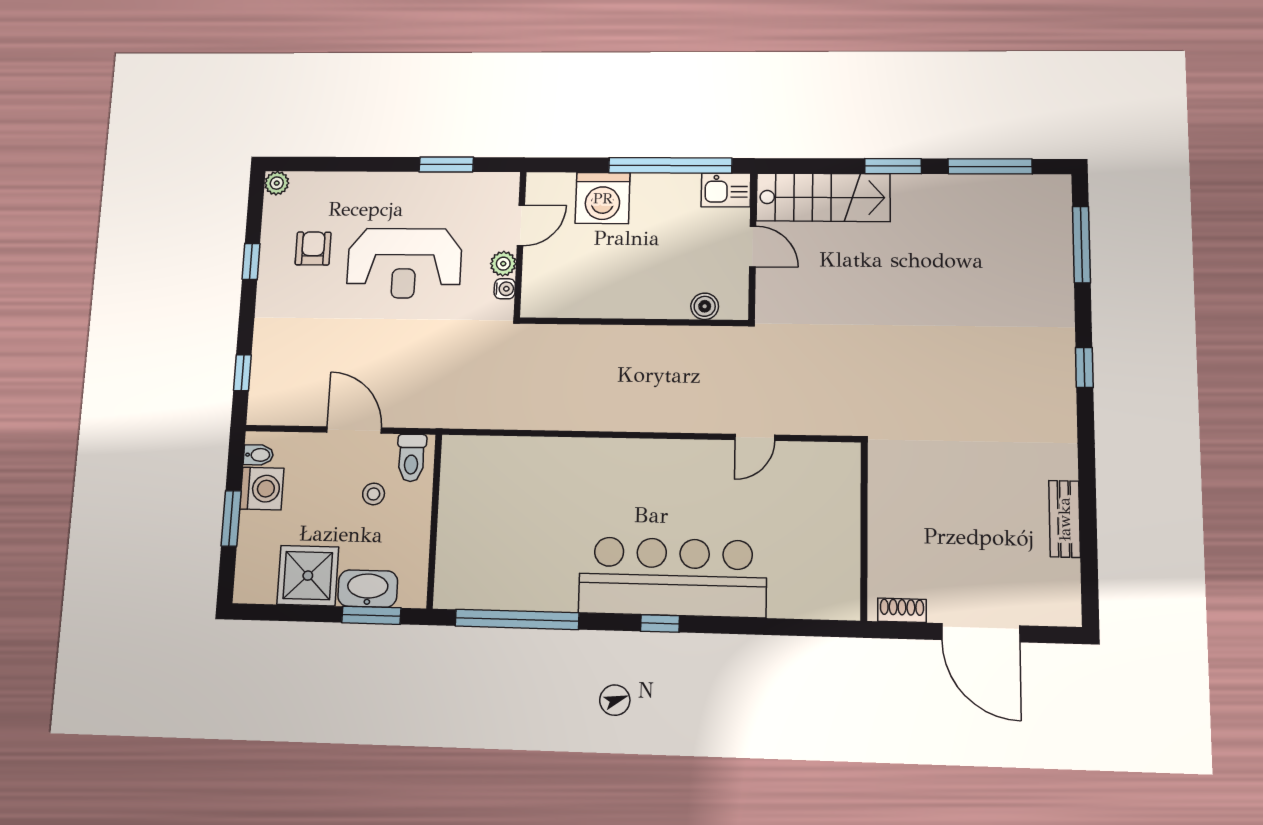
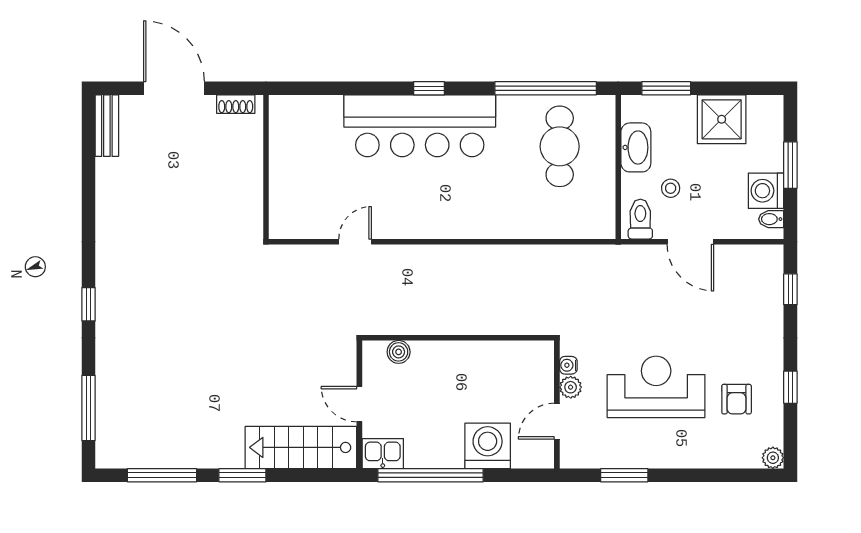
bench: (1064, 519) -> (107, 126), moved
cafe table: (503, 548) -> (560, 146), added
washbasin: (368, 589) -> (636, 147), moved, turned -90

